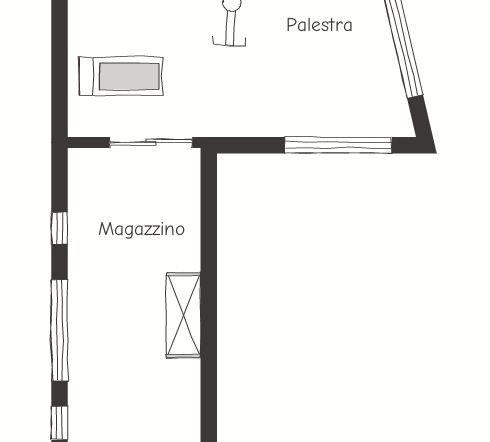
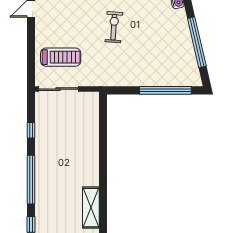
sliding door: (151, 142) -> (58, 89), moved
shelving: (183, 315) -> (91, 208), moved

